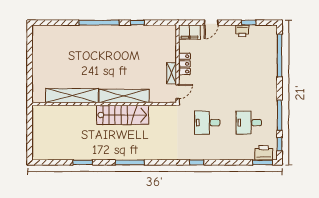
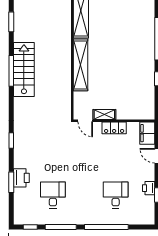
window: (280, 55) -> (106, 227), moved
stairs: (123, 115) -> (24, 70), moved, turned 180
desk: (207, 123) -> (116, 195), moved
printer: (264, 153) -> (21, 178), moved
window: (262, 162) -> (11, 182), moved

